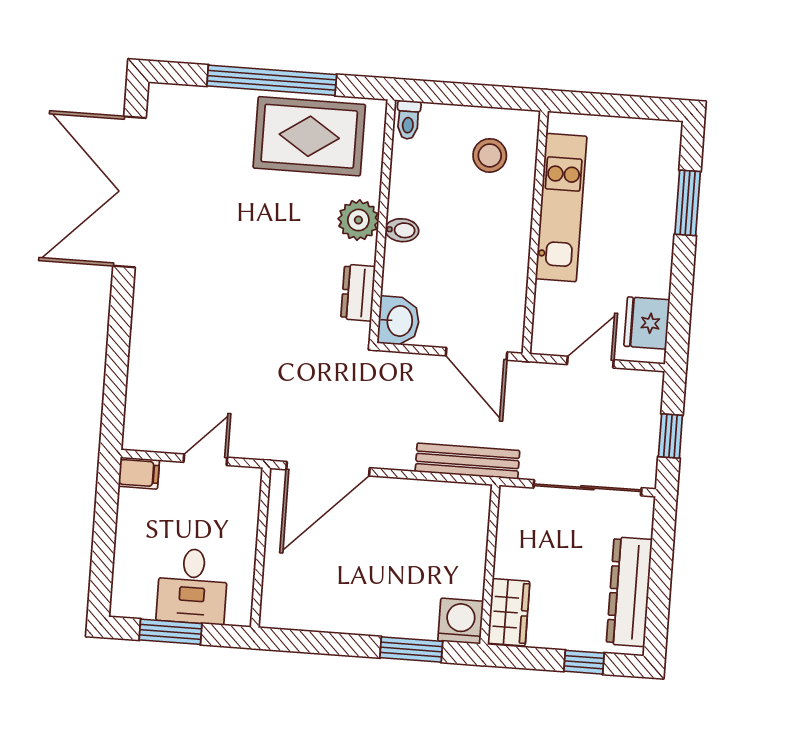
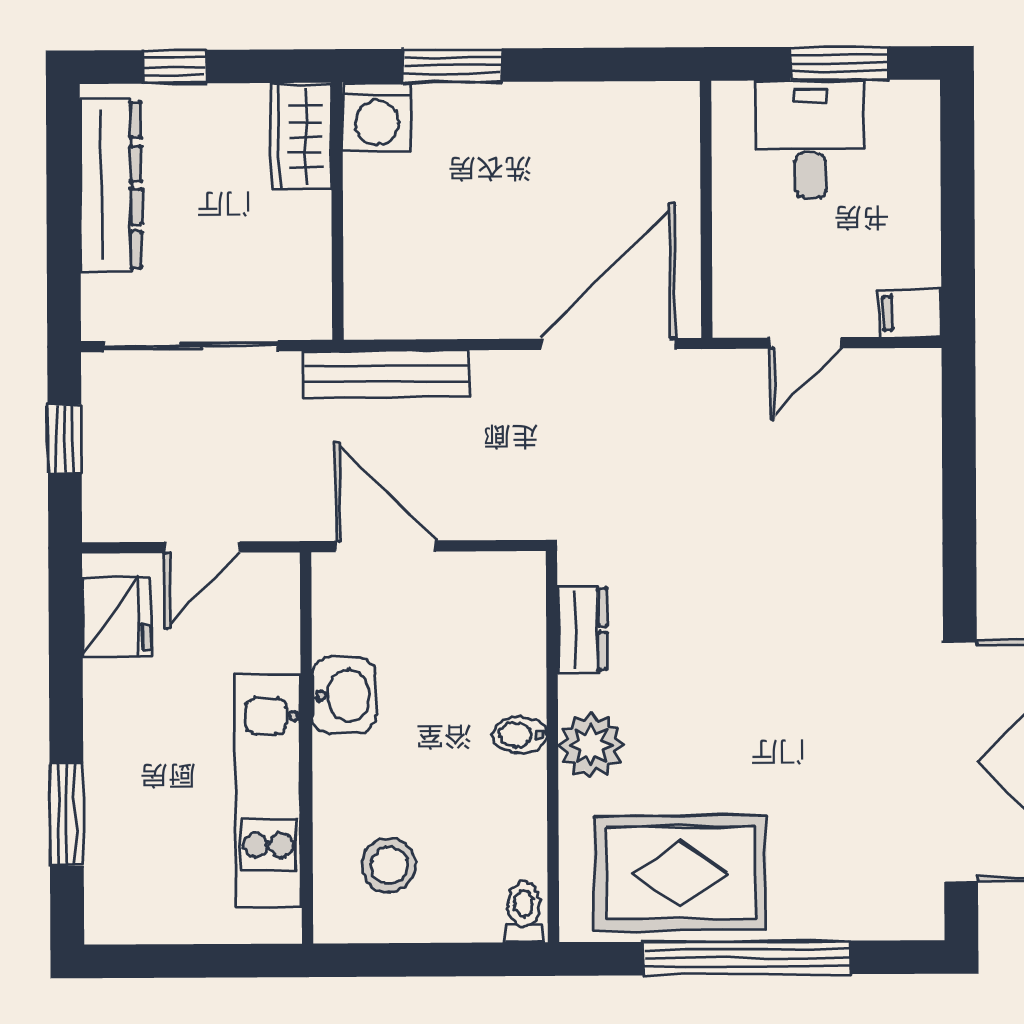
washbasin: (399, 321) -> (344, 695), moved, turned 180

